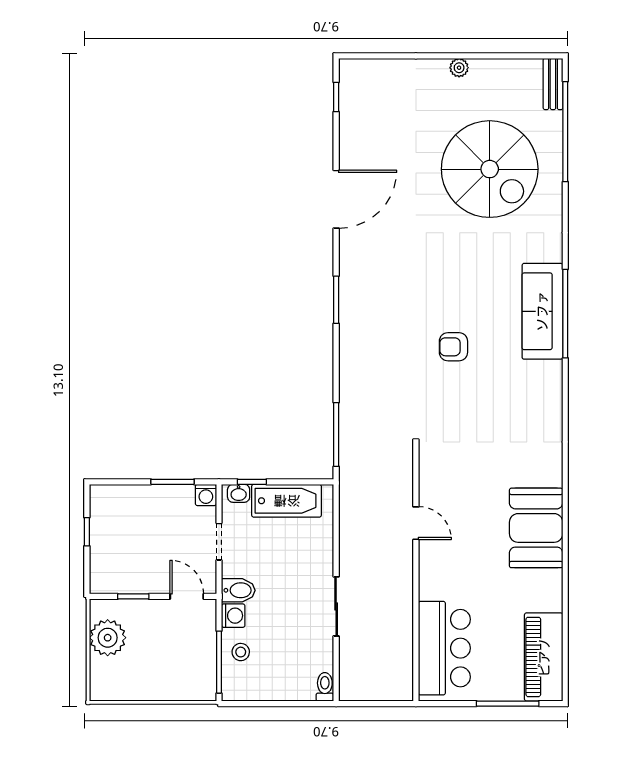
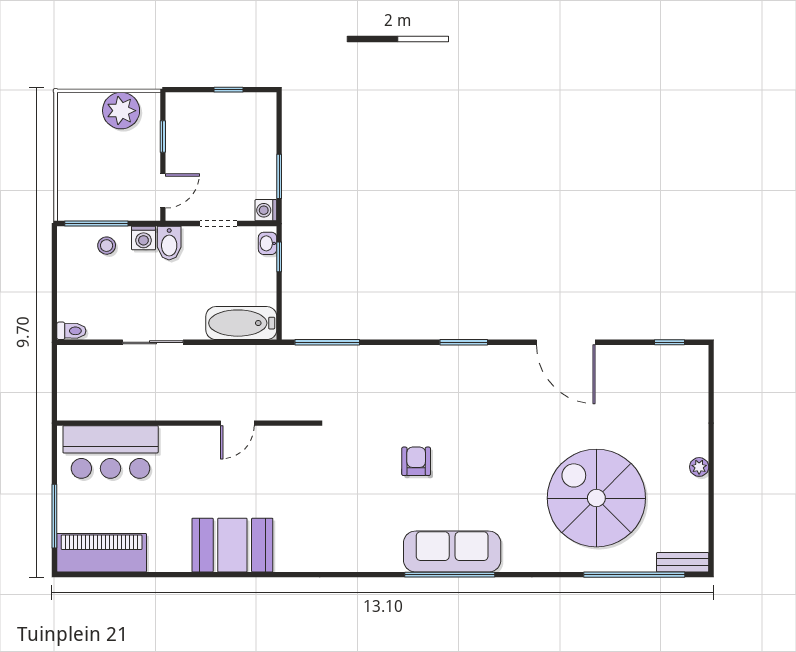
spiral stairs: (490, 169) -> (596, 498), turned 90
bathtub: (287, 501) -> (241, 323), moved, turned 90

